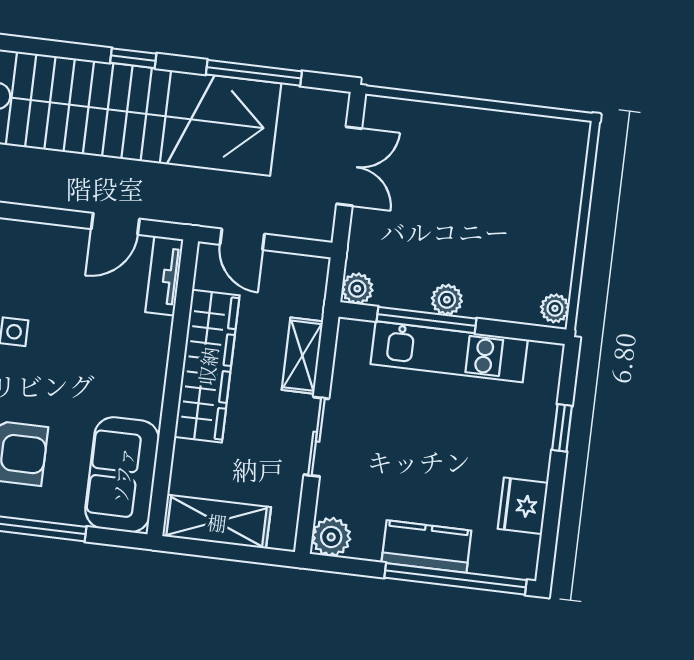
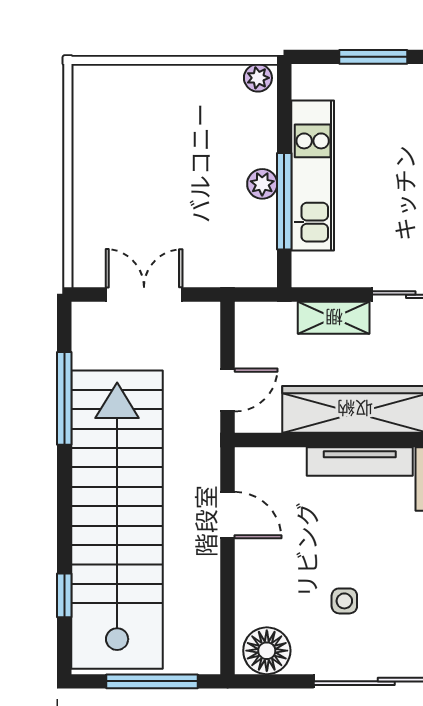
window: (133, 58) -> (64, 595), moved
tv unit: (164, 276) -> (360, 462), moved, width x1.41
plant: (357, 289) -> (262, 272), removed
window: (562, 428) -> (373, 57), width x1.50

